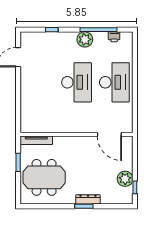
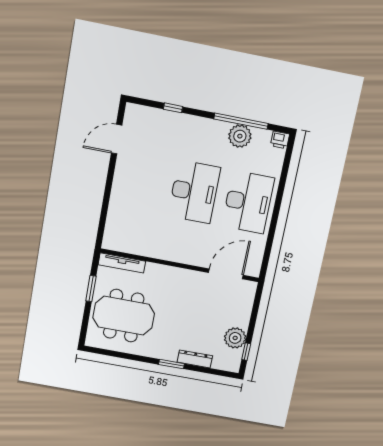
printer: (114, 37) -> (280, 140), moved
plant: (85, 39) -> (240, 136), moved
door: (109, 134) -> (226, 274), swing flipped
dresser: (88, 199) -> (195, 359), moved

